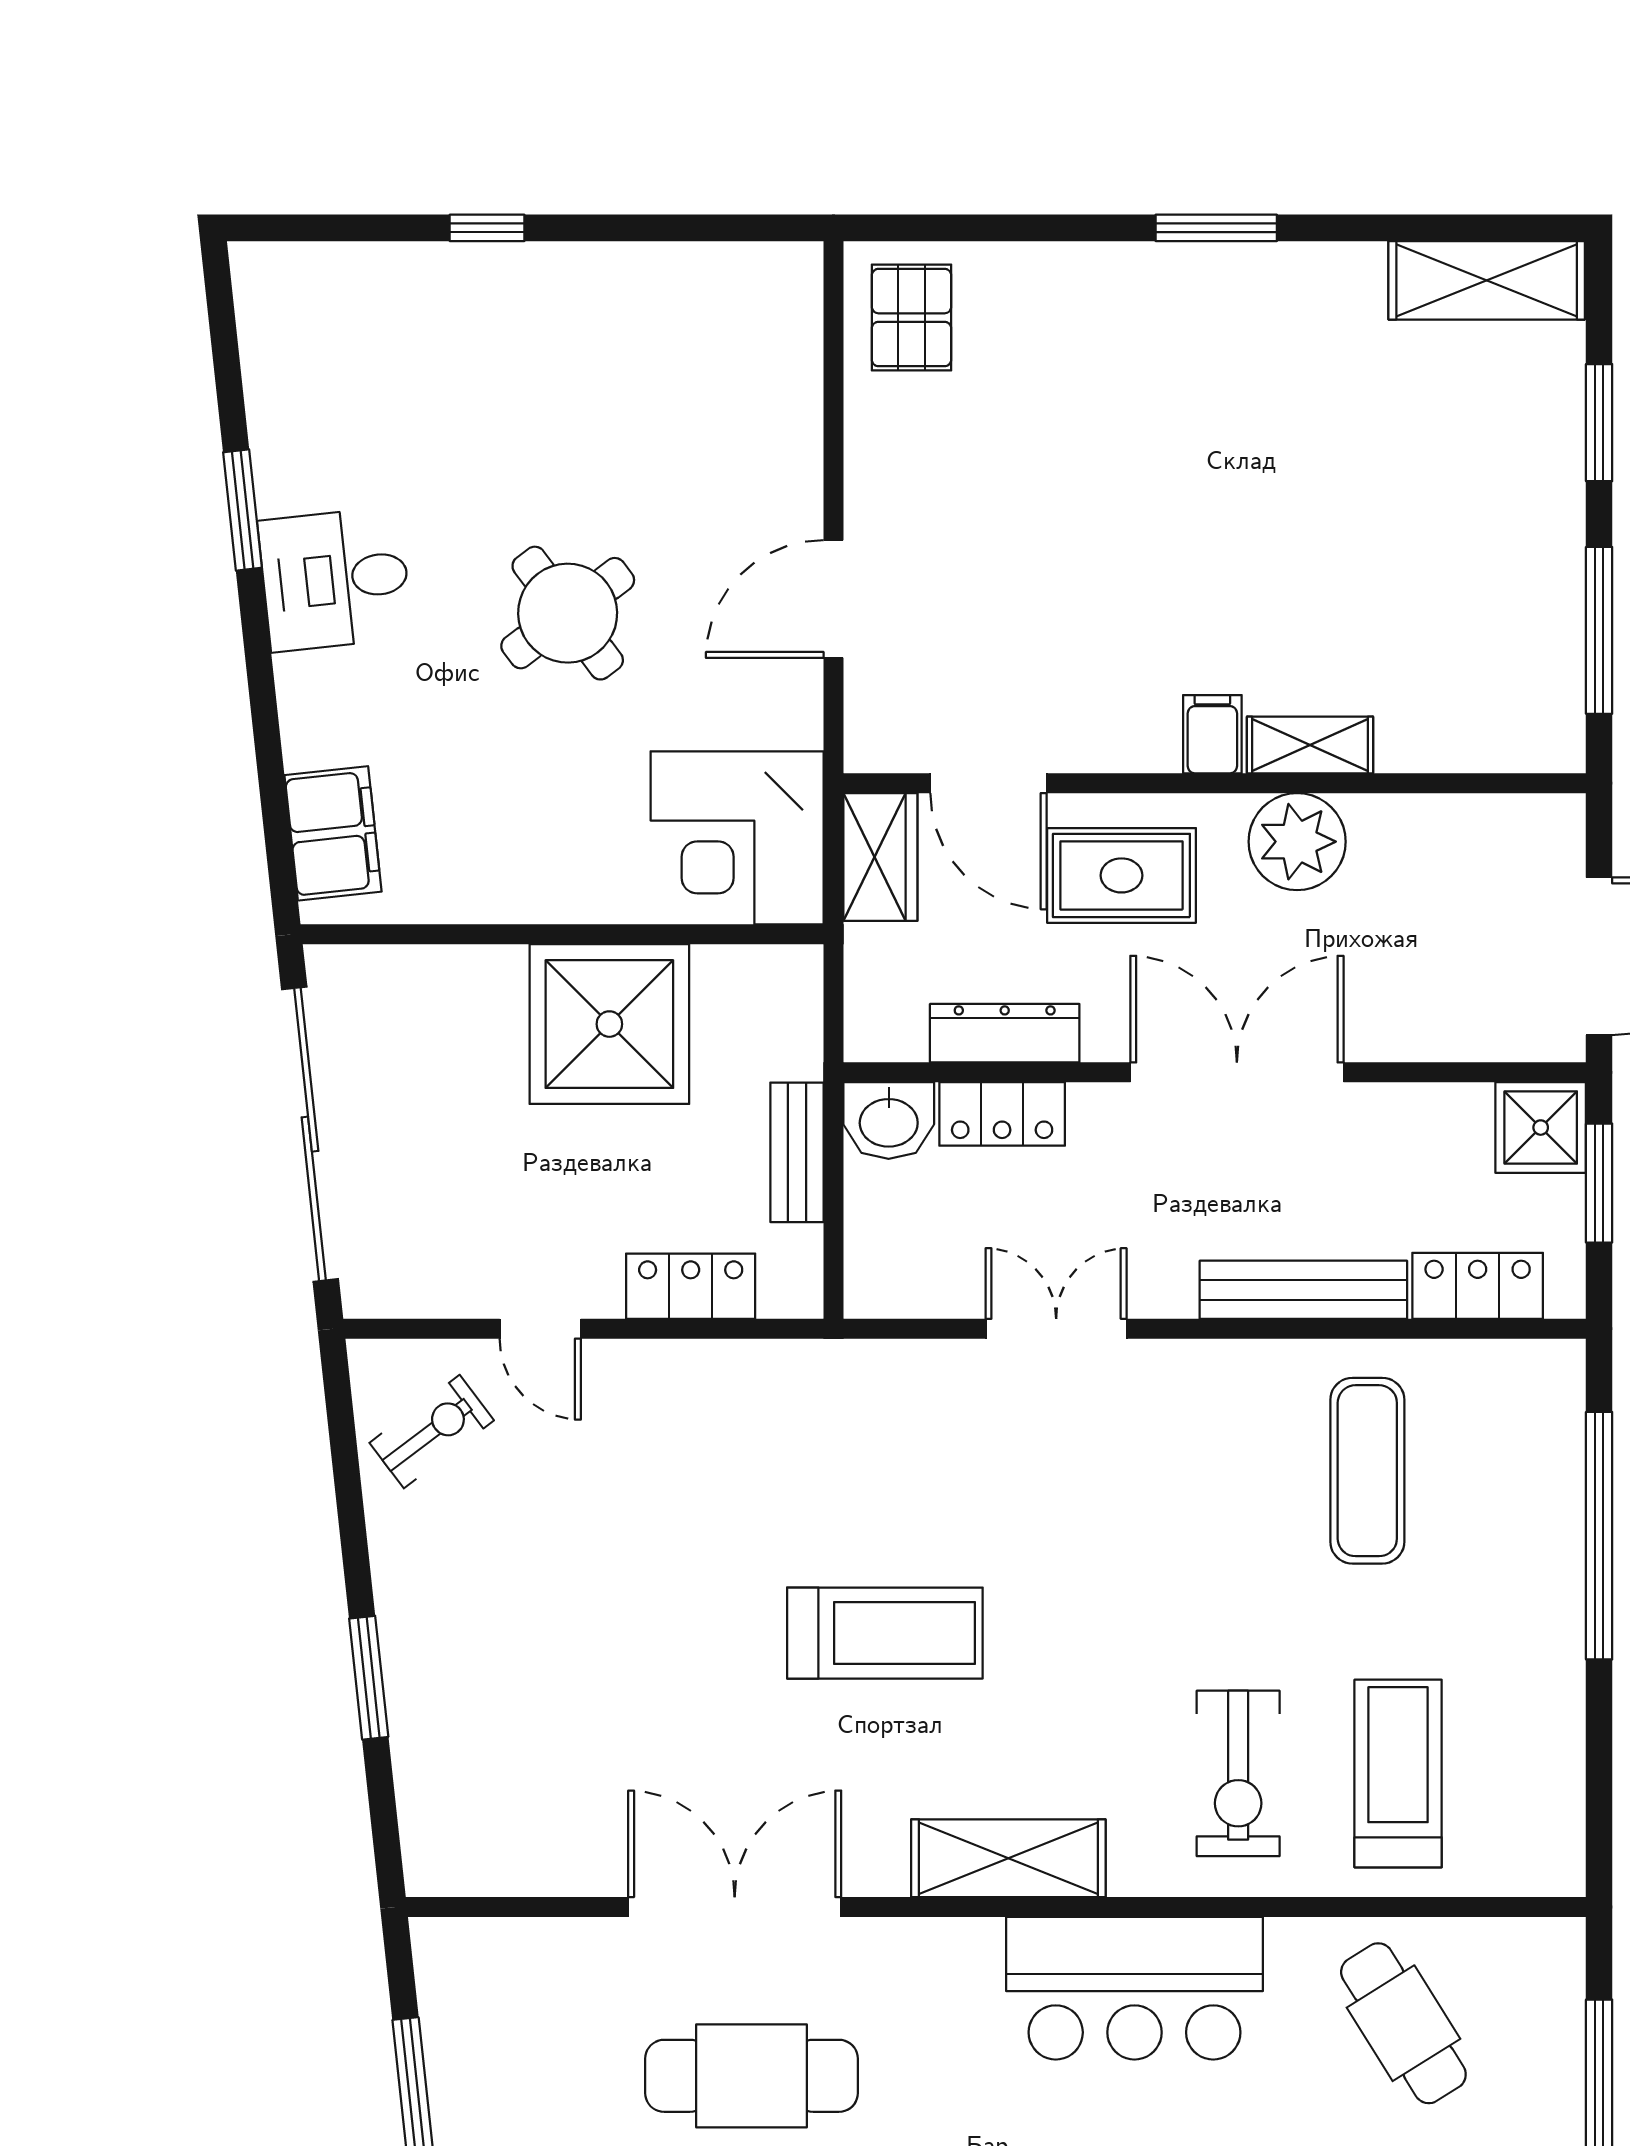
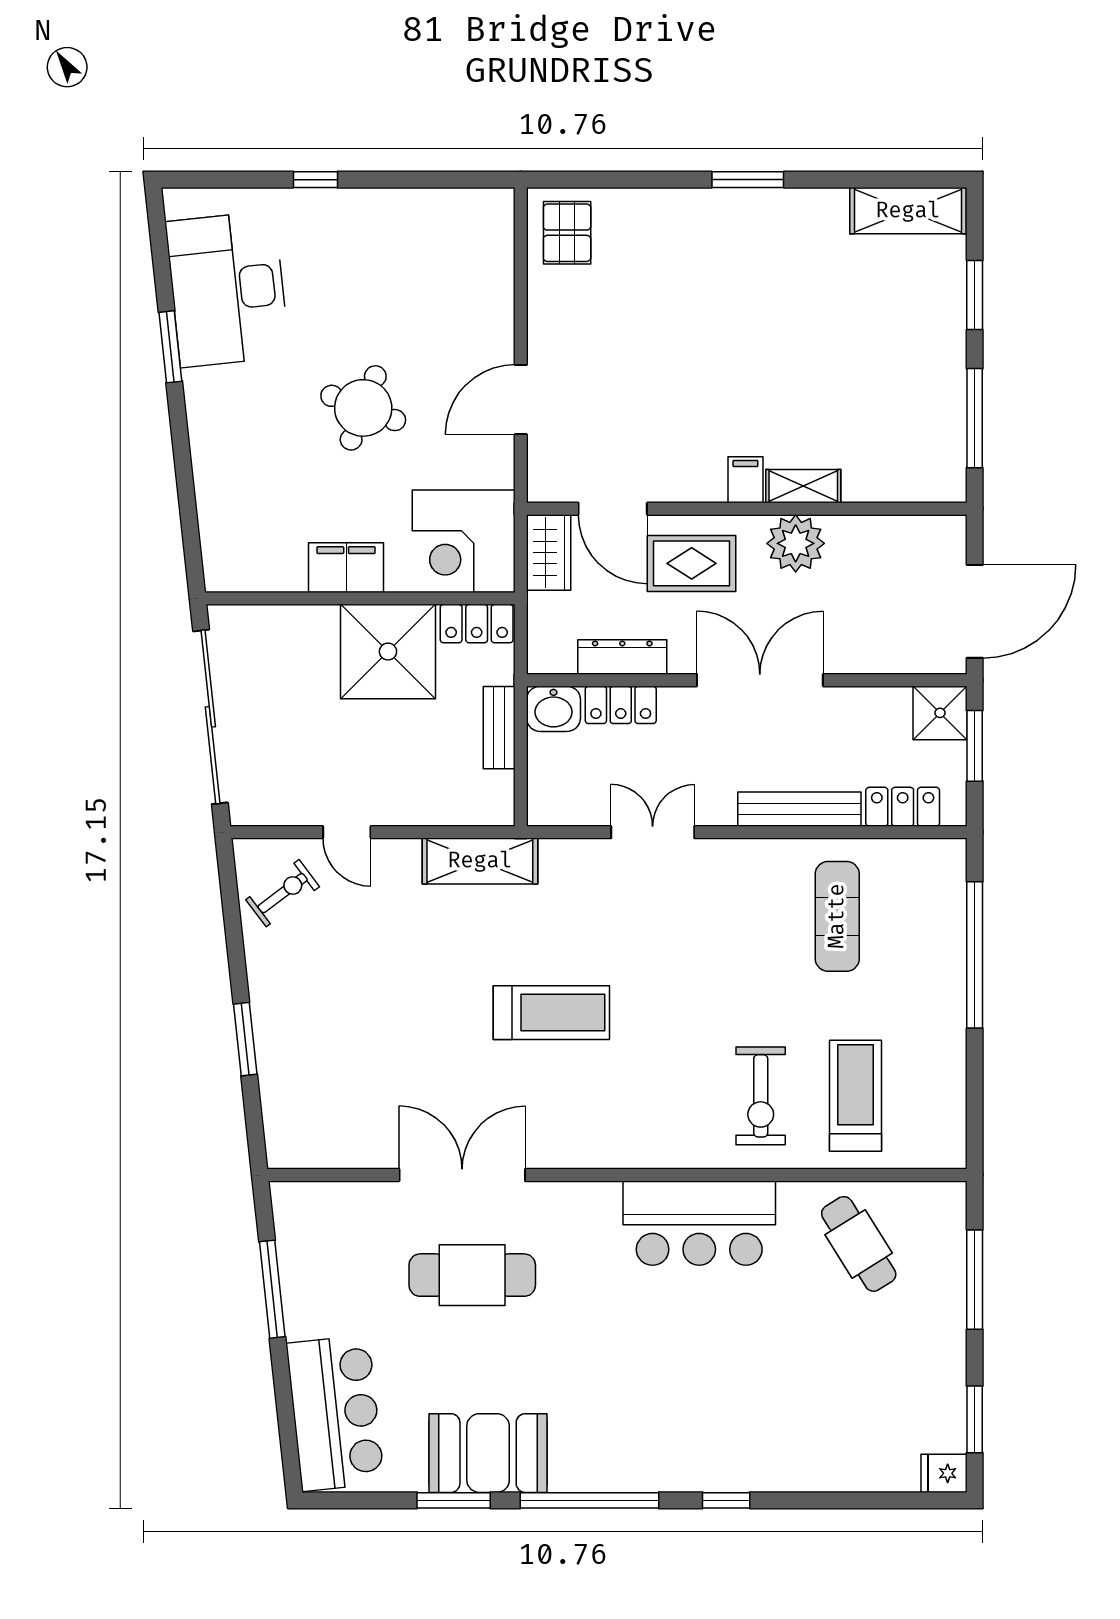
desk: (335, 579) -> (228, 289), moved, width x1.87, depth x1.30
round table: (568, 613) -> (363, 408), turned -32
filing cabinet: (333, 833) -> (346, 568), moved, turned -84
locker: (691, 1286) -> (477, 624), moved, turned 180
shelving: (1008, 1858) -> (480, 861), moved

